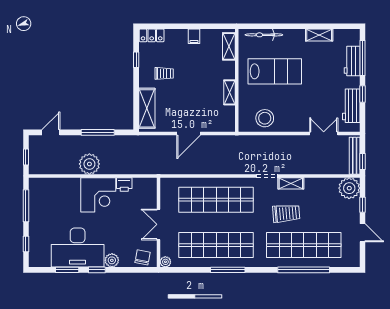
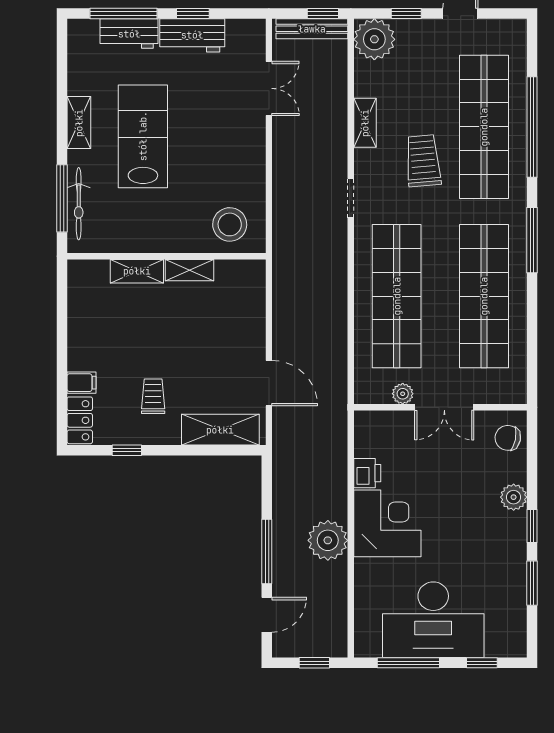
window: (267, 26) -> (62, 198), added
shelving: (319, 35) -> (79, 123), moved
filing cabinet: (194, 36) -> (82, 383), moved
shelving: (229, 46) -> (137, 271), moved
lab bench: (275, 71) -> (143, 136), moved
workbench: (351, 106) -> (192, 35), moved
stool: (265, 118) -> (230, 224), moved
door: (51, 132) -> (267, 615), swing flipped
window: (98, 132) -> (267, 551), moved
door: (189, 133) -> (269, 383), moved
double door: (324, 133) -> (269, 88), swing flipped
shelving: (291, 183) -> (365, 123), moved
desk: (78, 248) -> (433, 620), moved, turned 90
plant: (165, 262) -> (403, 394), moved
window: (228, 270) -> (532, 240), moved

